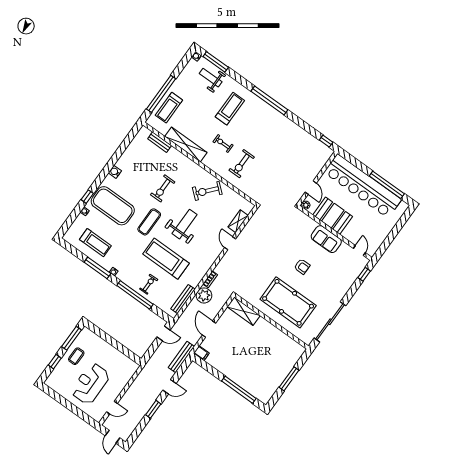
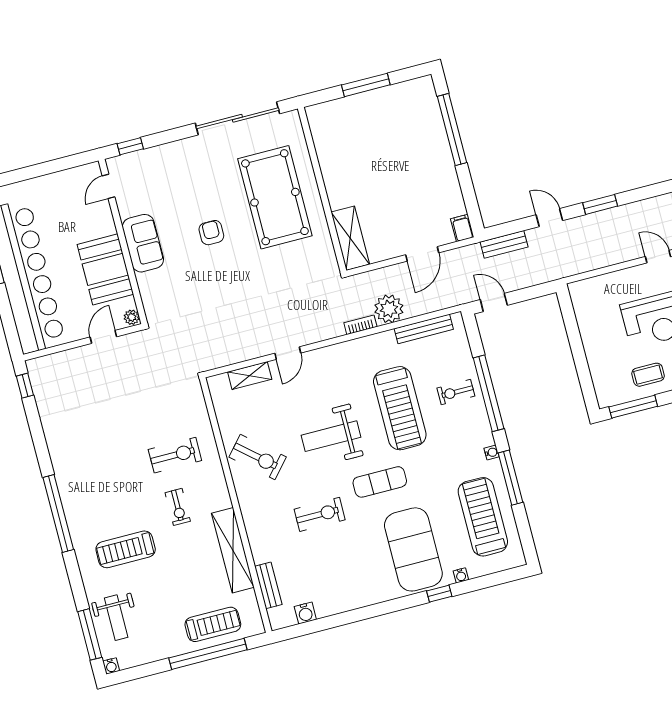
water cooler: (115, 172) -> (305, 613), moved
treadmill: (95, 243) -> (483, 517), width x1.37, depth x1.37
bench: (181, 357) -> (504, 244), width x0.73

